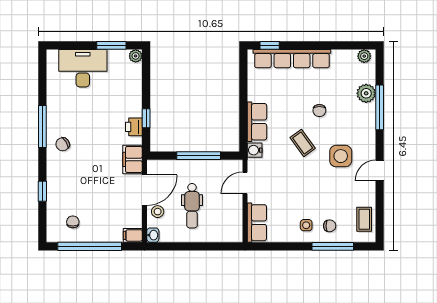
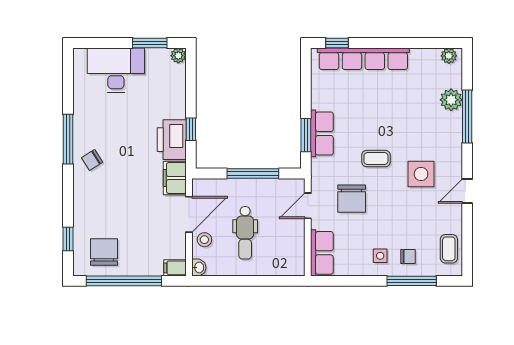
chair: (319, 111) -> (352, 199), moved, width x1.87, depth x1.87
window: (243, 123) -> (306, 135), added
printer: (134, 127) -> (172, 140), width x1.87, depth x1.48
coffee table: (303, 143) -> (376, 159), turned -54
water cooler: (255, 150) -> (319, 167), removed
window: (42, 191) -> (68, 239), moved
chair: (73, 222) -> (104, 252), width x1.87, depth x1.87

